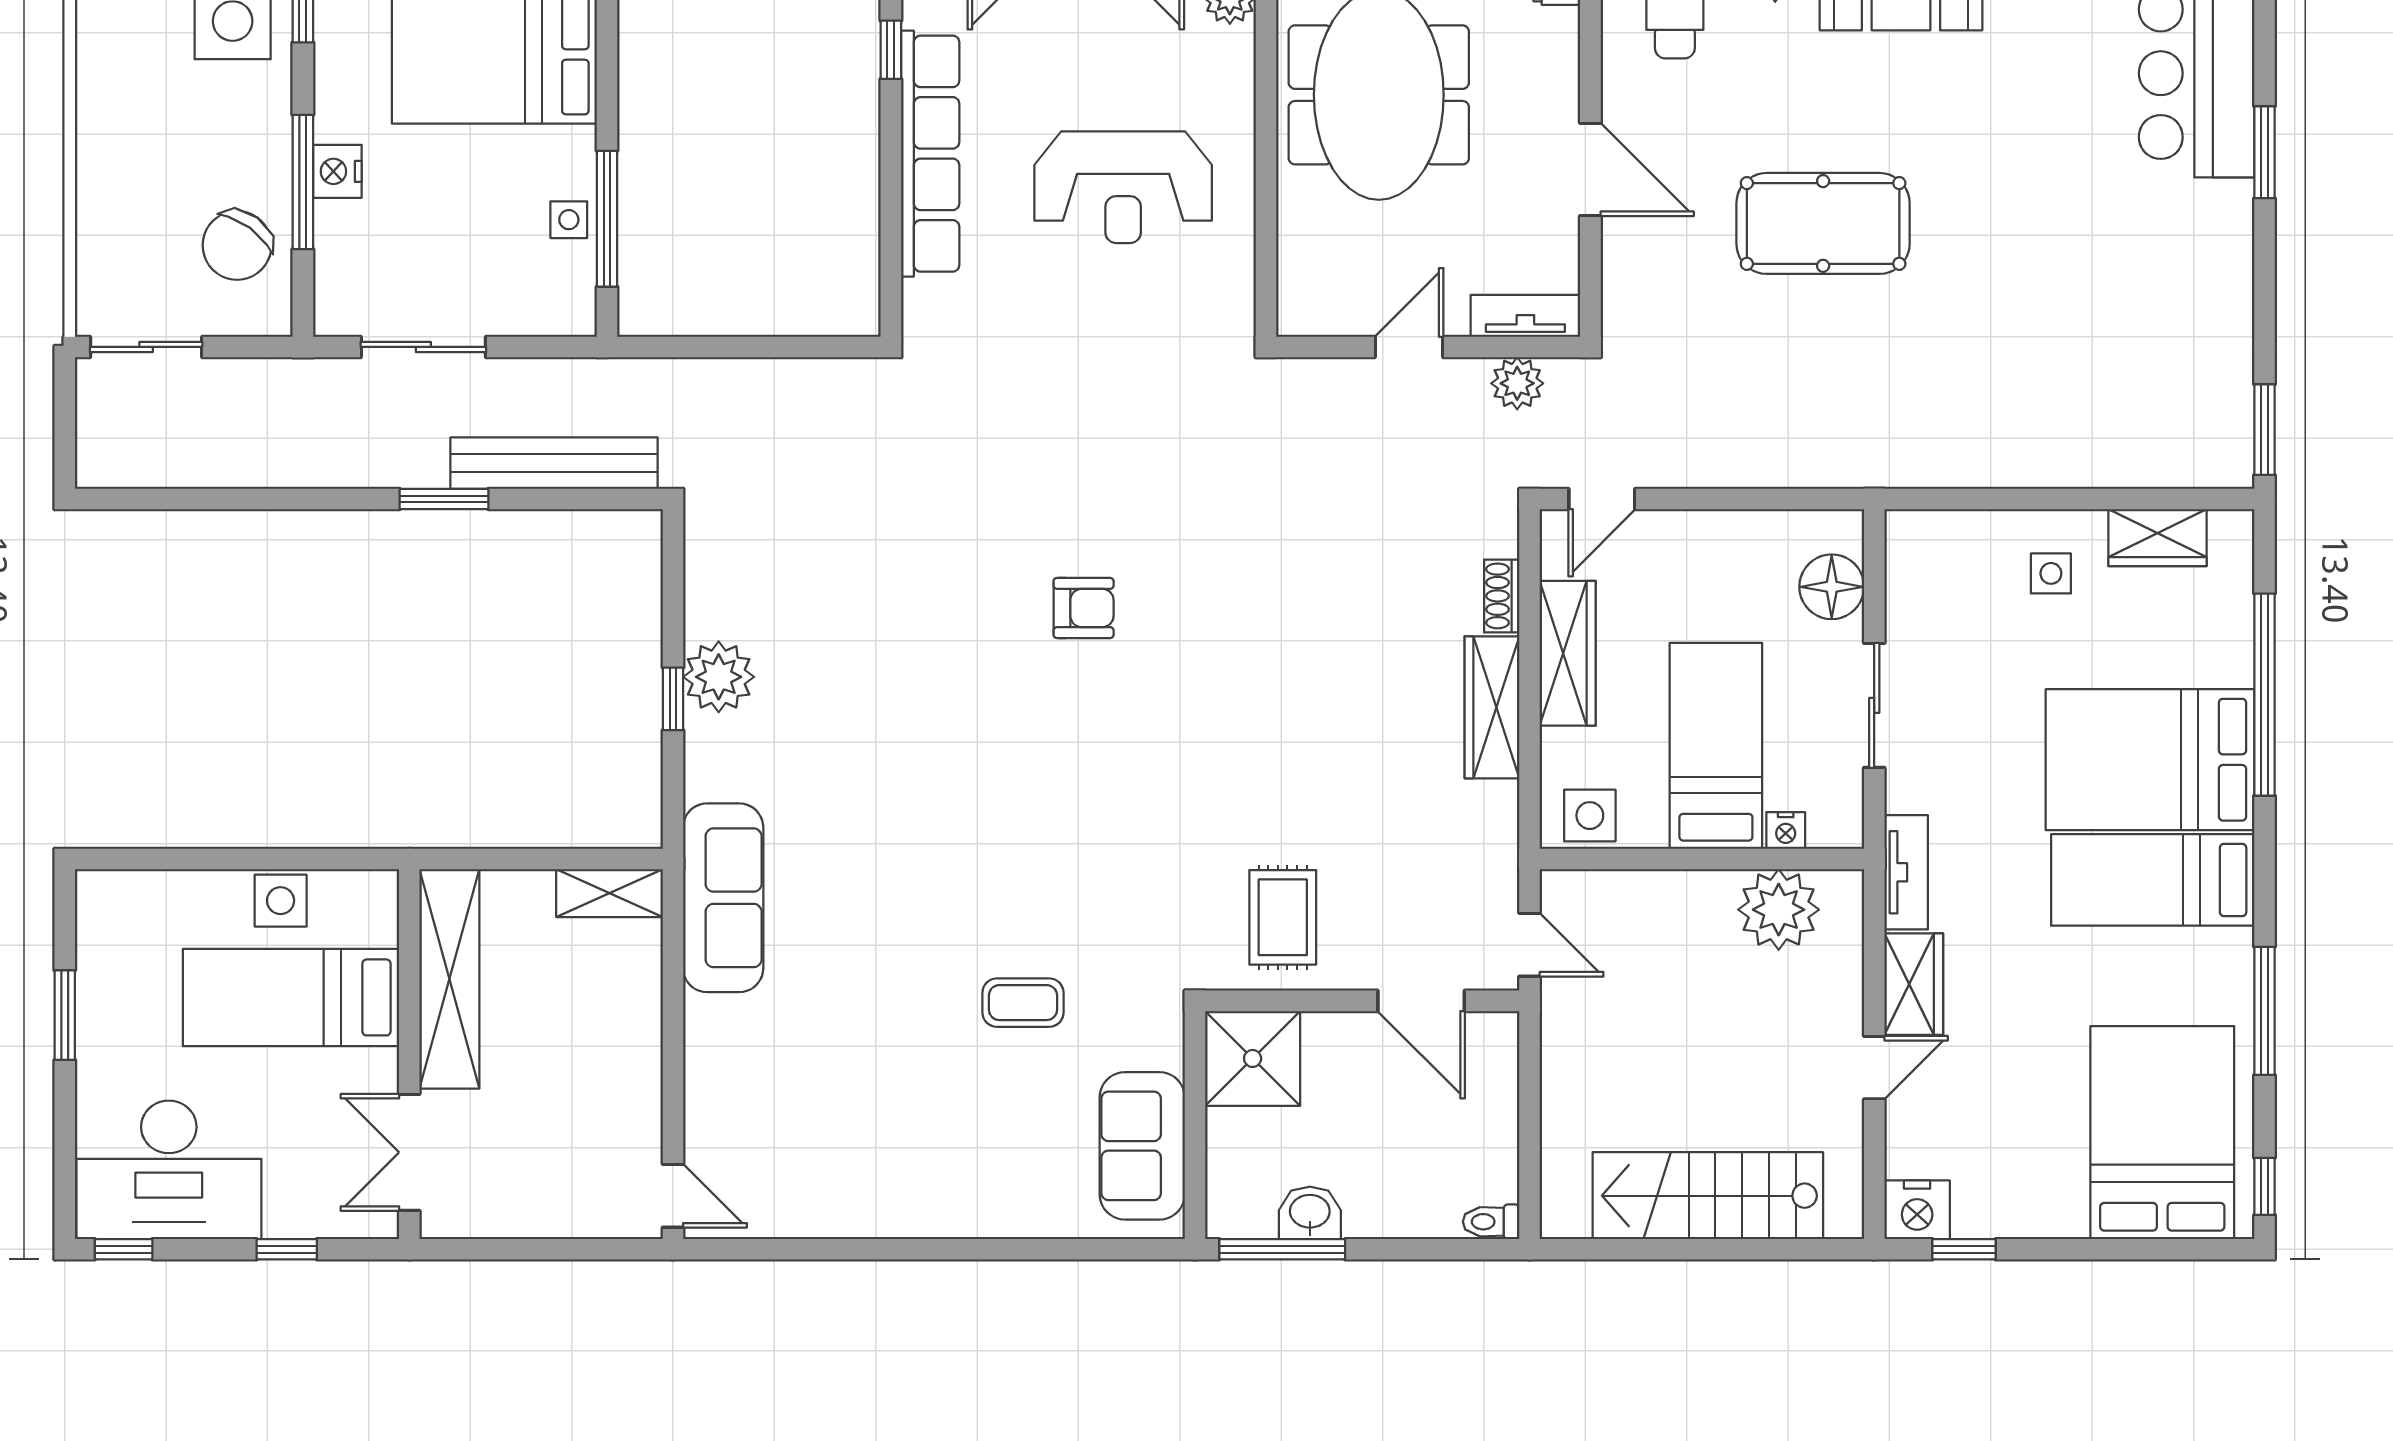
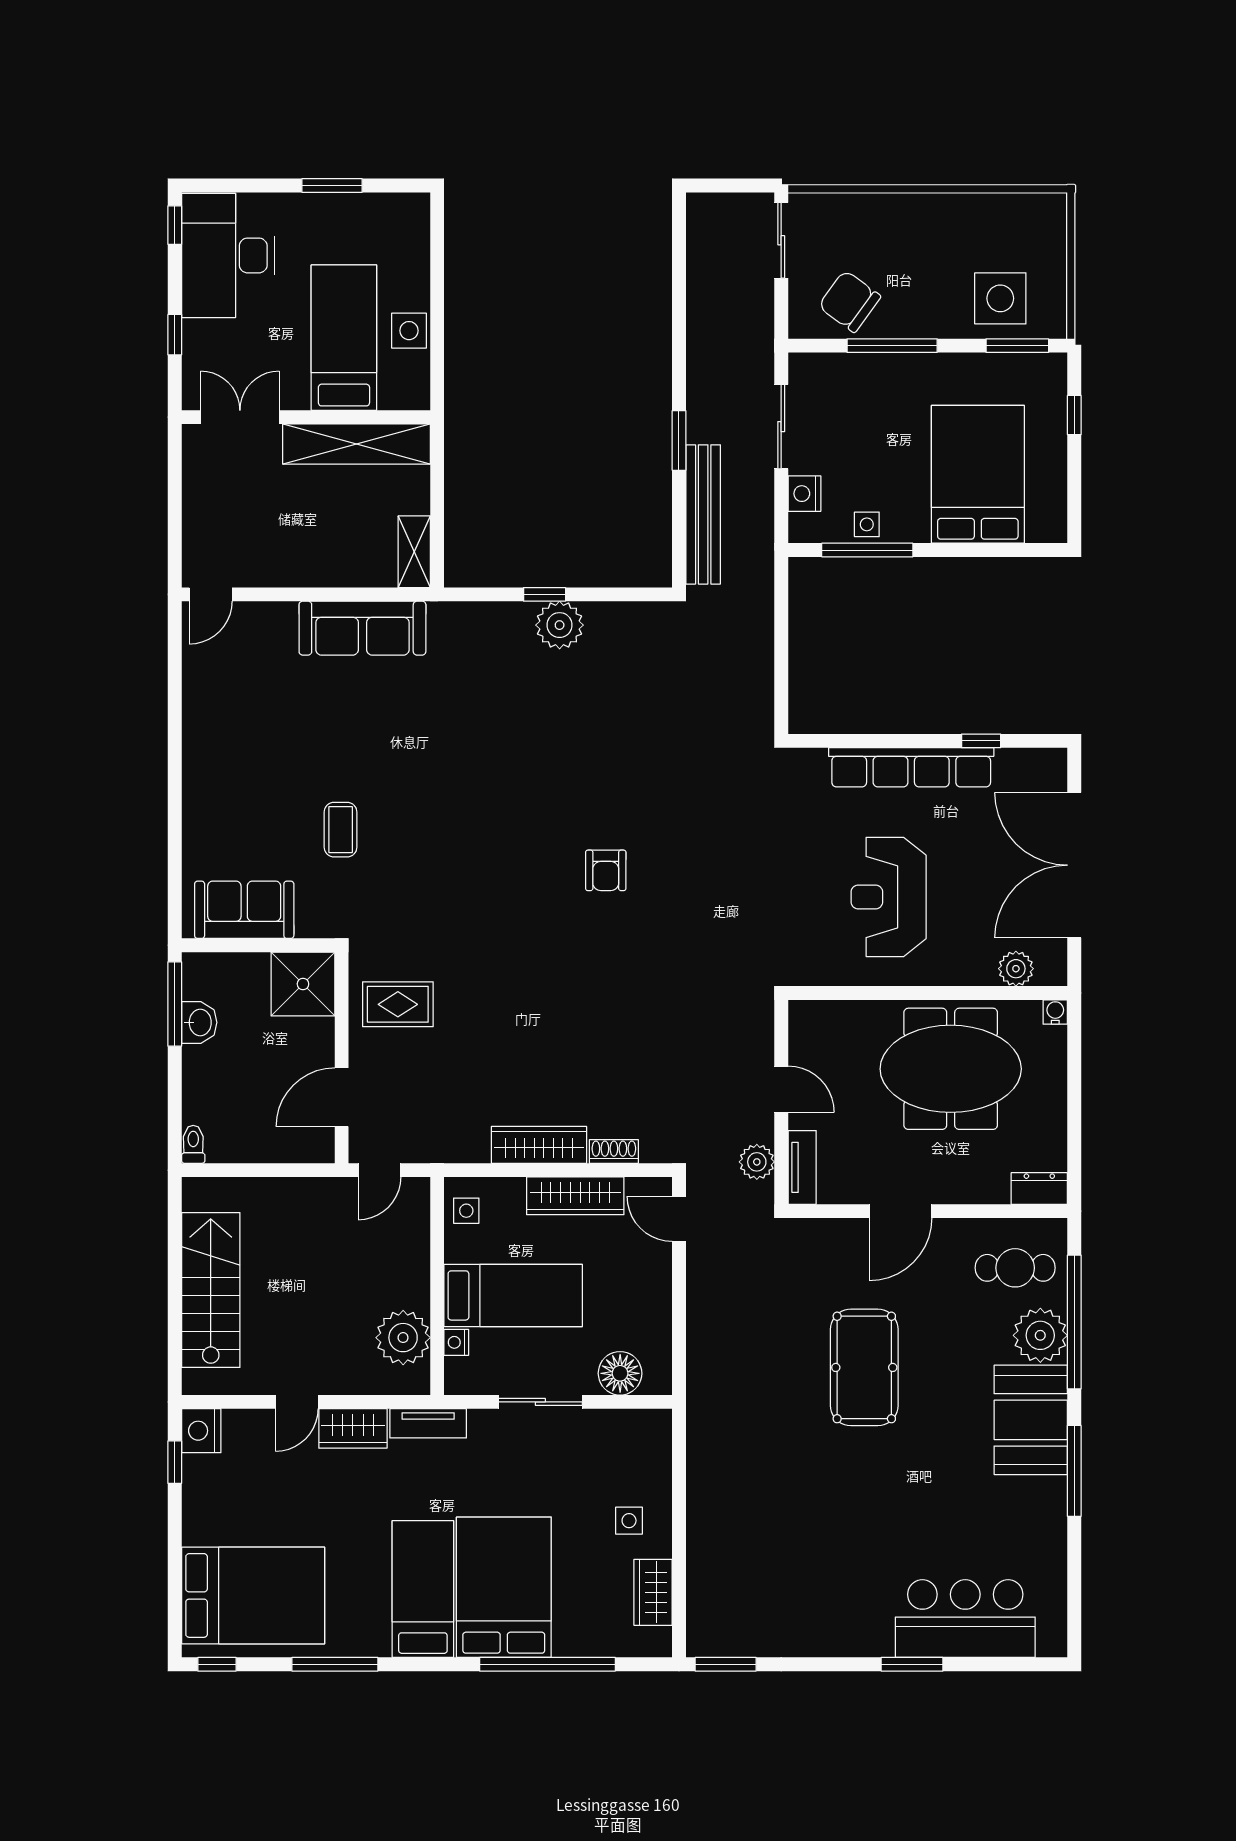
nightstand: (337, 171) -> (804, 494), moved, turned -90
side table: (1590, 816) -> (466, 1211), width x0.73, depth x0.73
sofa: (723, 898) -> (362, 628), moved
door: (1874, 1068) -> (297, 1402), hinge flipped

